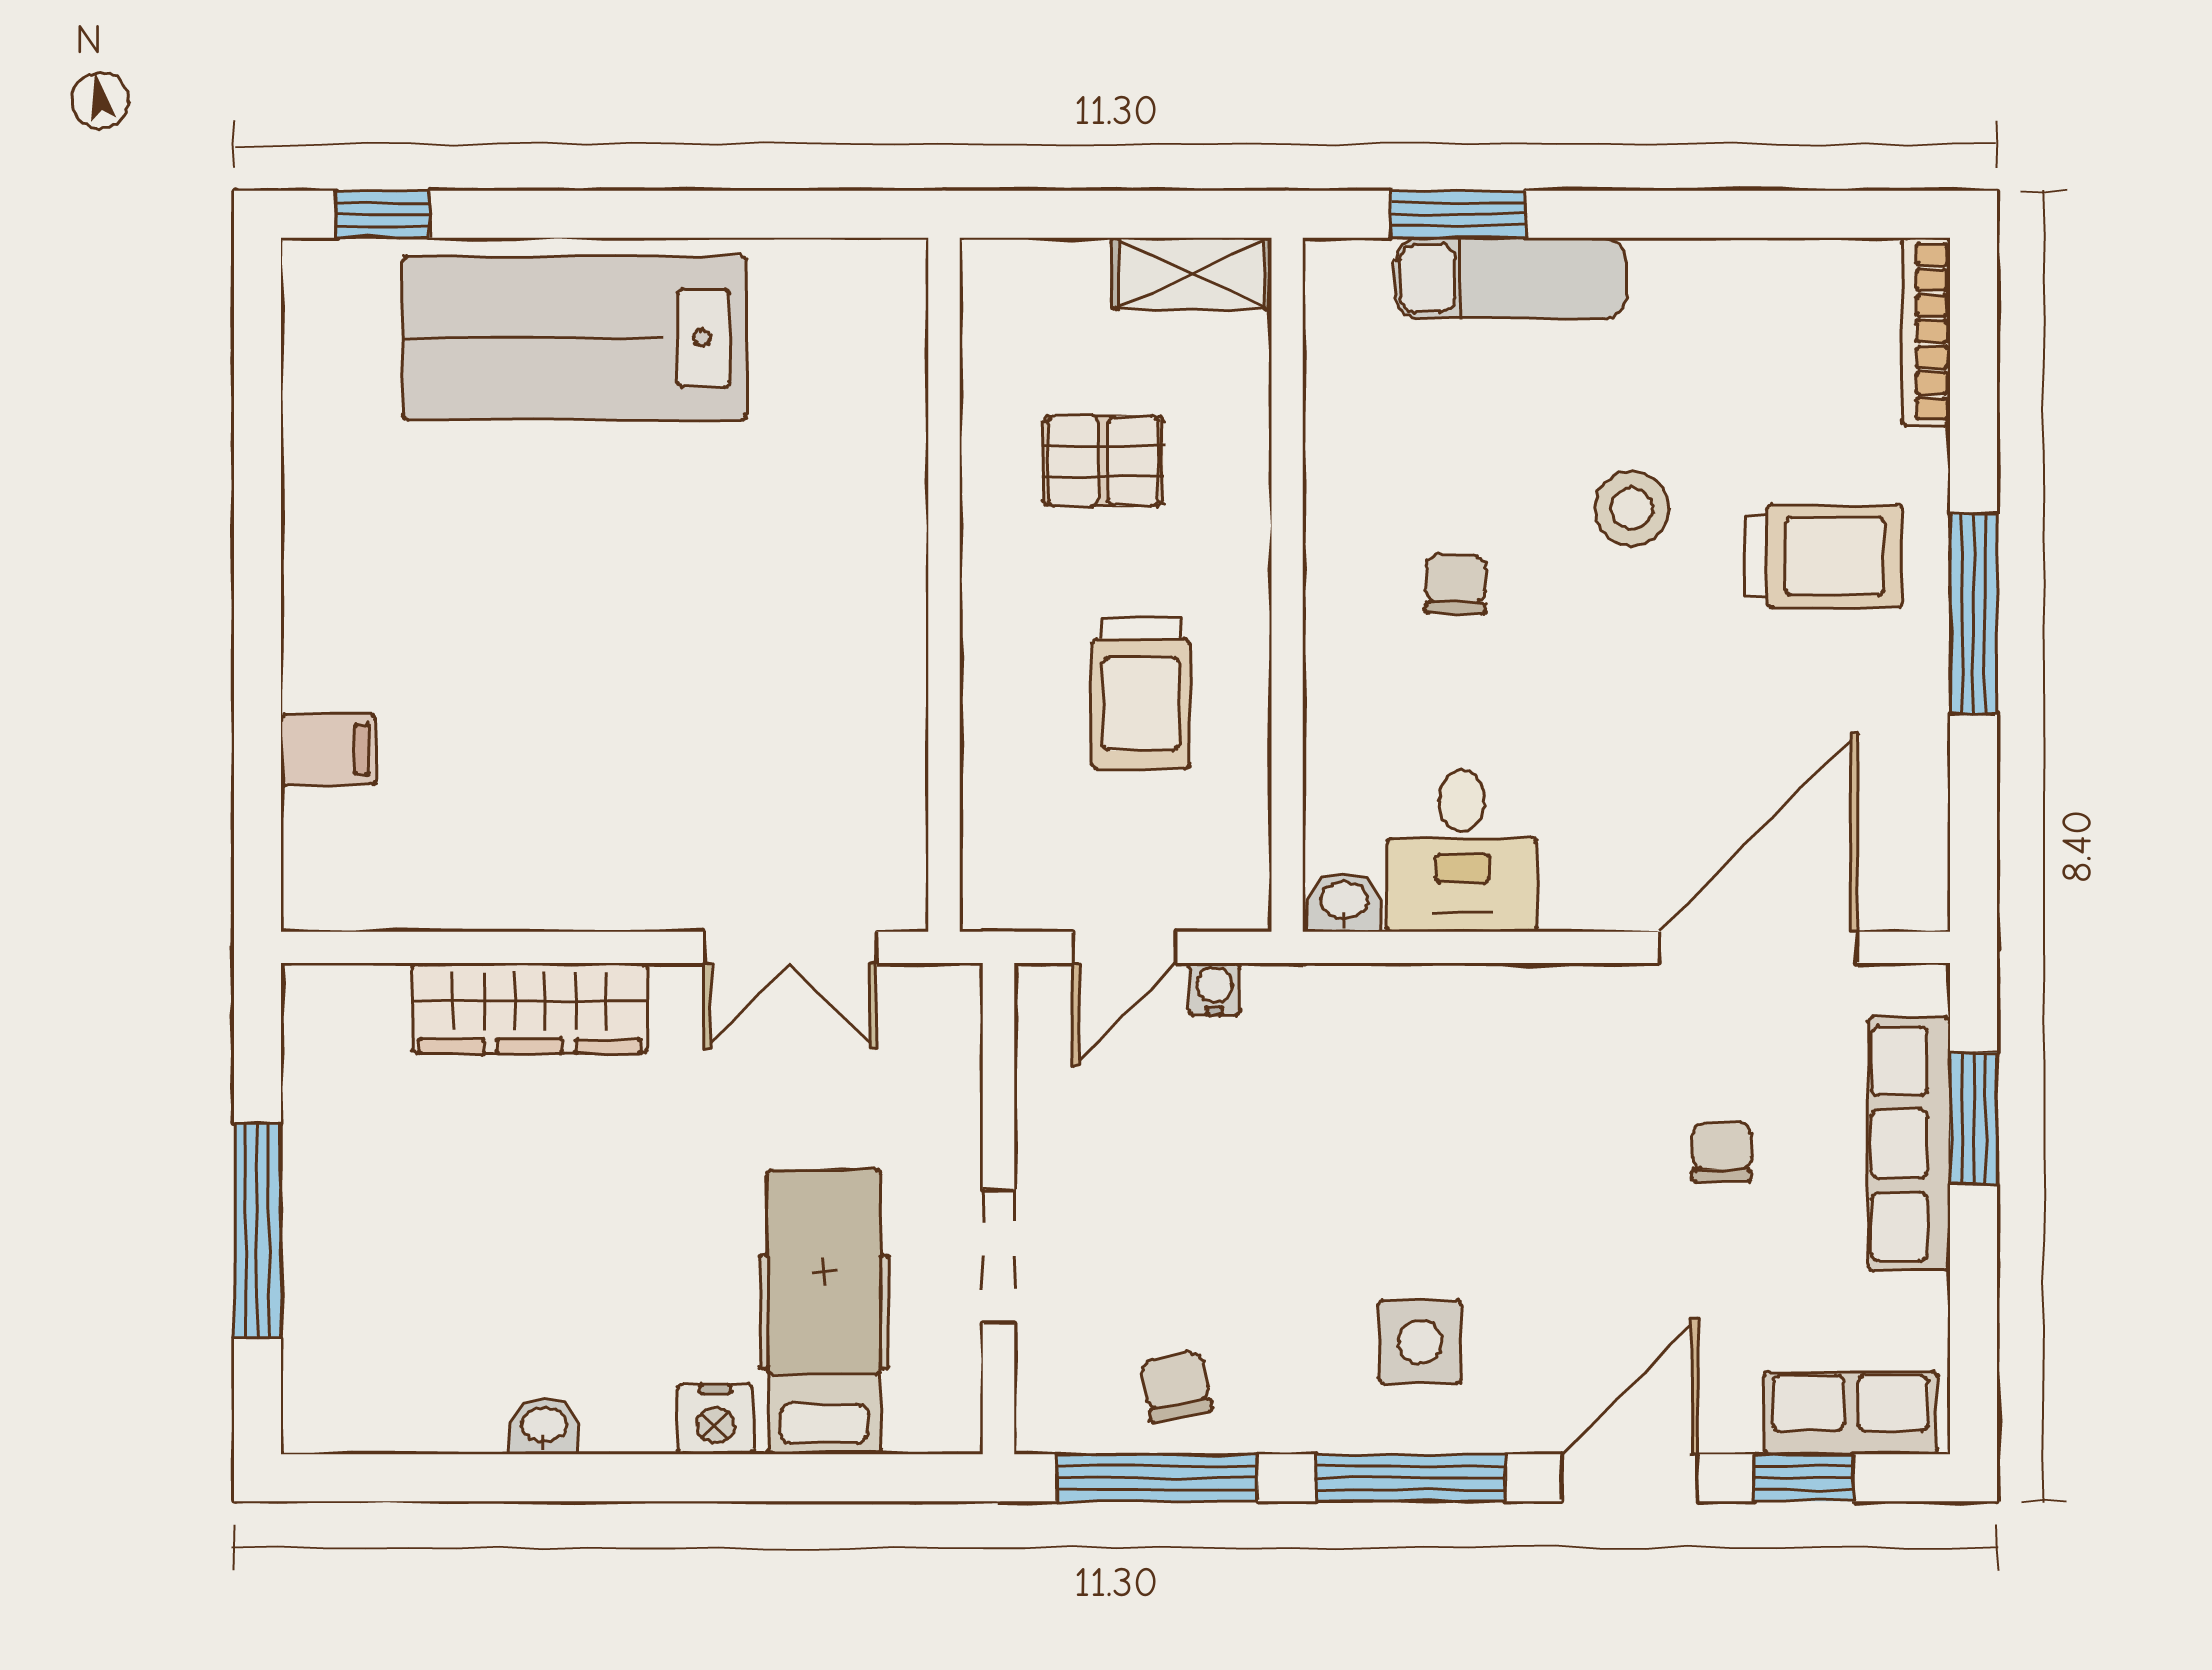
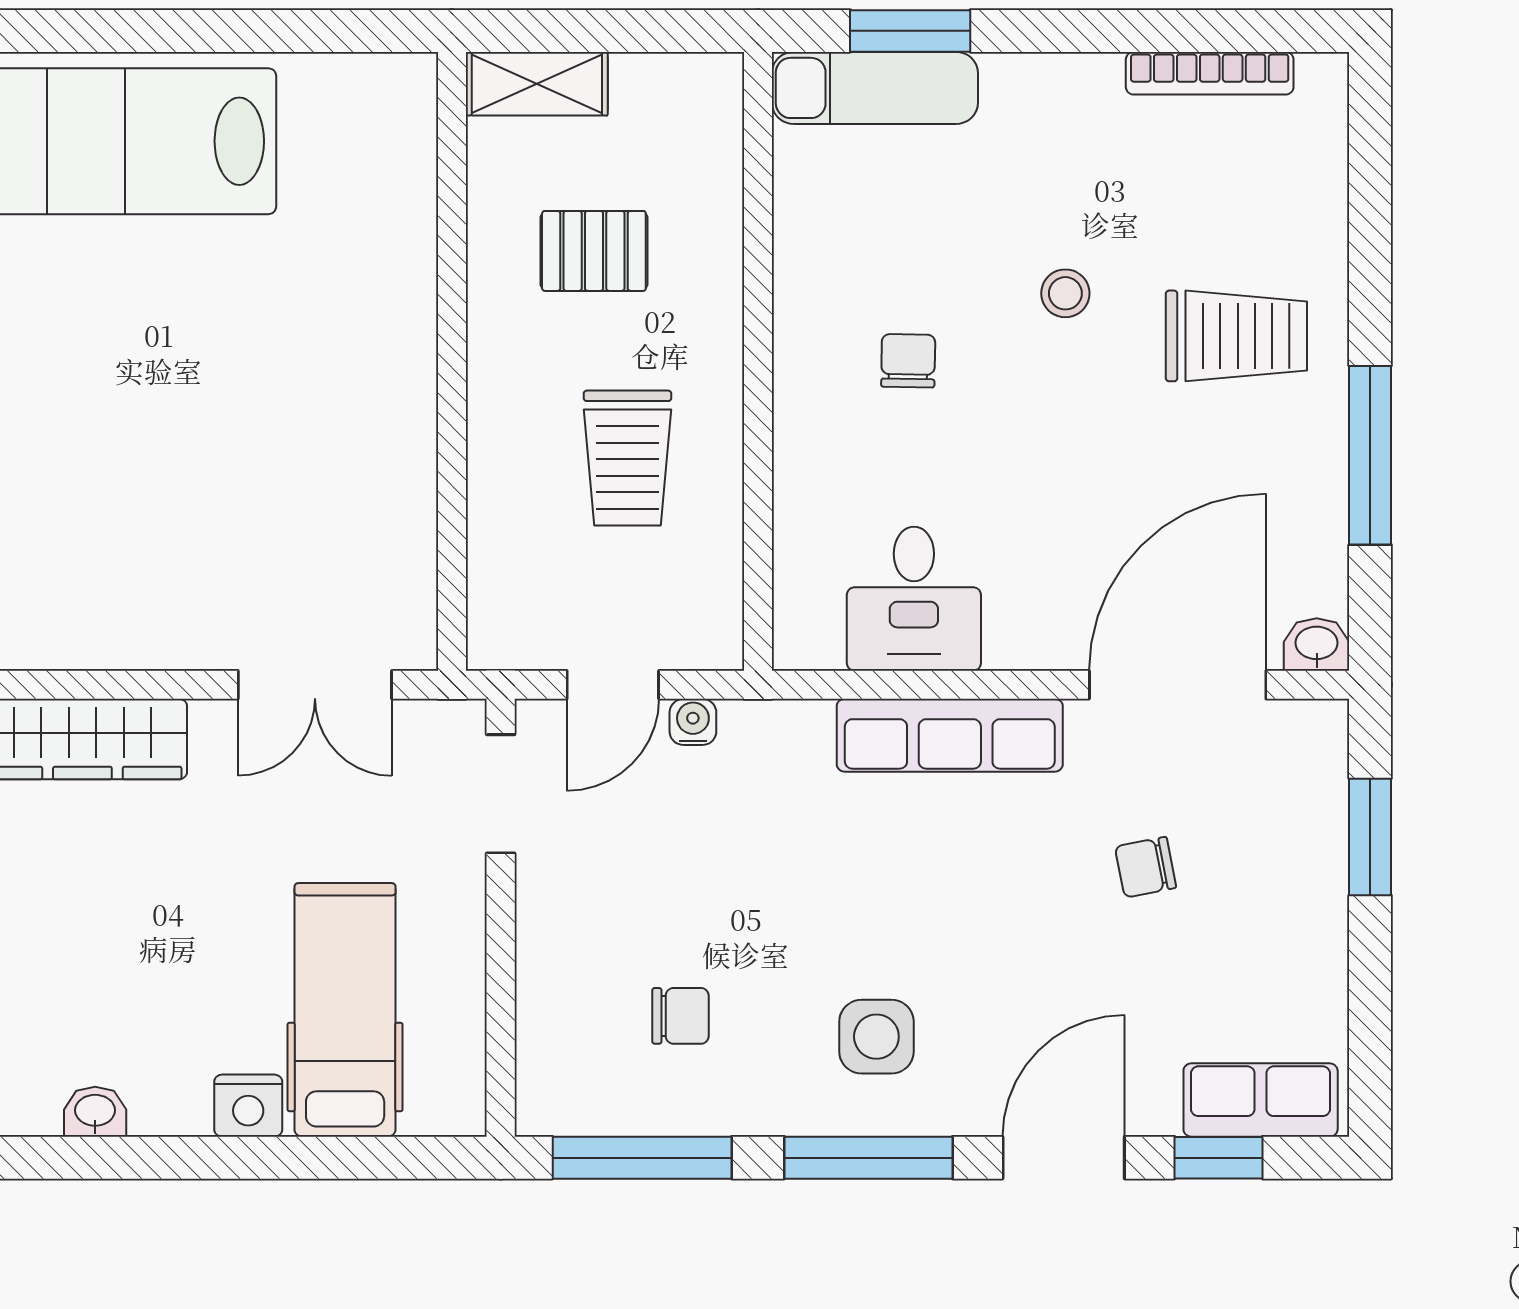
shelving: (1191, 273) -> (537, 84), moved
exam couch: (1511, 278) -> (875, 88), moved
bookcase: (1926, 331) -> (1210, 73), moved, turned -90
stool: (1632, 508) -> (1065, 293), width x0.73, depth x0.73
window: (1973, 614) -> (1370, 455), moved
washbasin: (1344, 902) -> (1317, 644), moved
row of seats: (1909, 1144) -> (950, 735), moved, turned -90
chair: (1722, 1152) -> (1146, 867), turned -101
doorway: (999, 1256) -> (501, 794), moved
chair: (1176, 1386) -> (680, 1016), moved, turned 101

